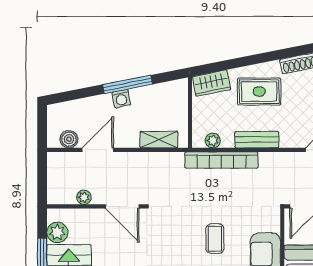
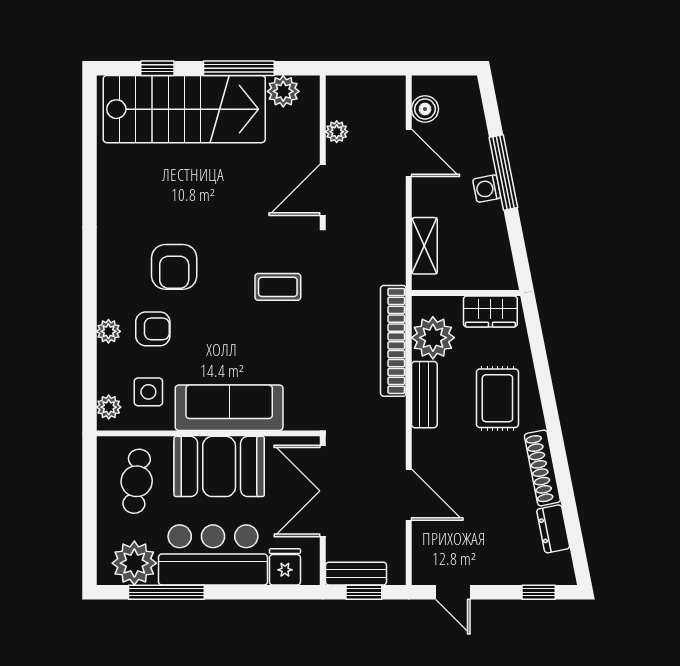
wardrobe: (211, 83) -> (490, 311), moved, turned -79
window: (127, 84) -> (503, 173), moved
plant: (213, 141) -> (433, 338), width x1.87, depth x1.87
coffee table: (215, 239) -> (278, 287), moved

